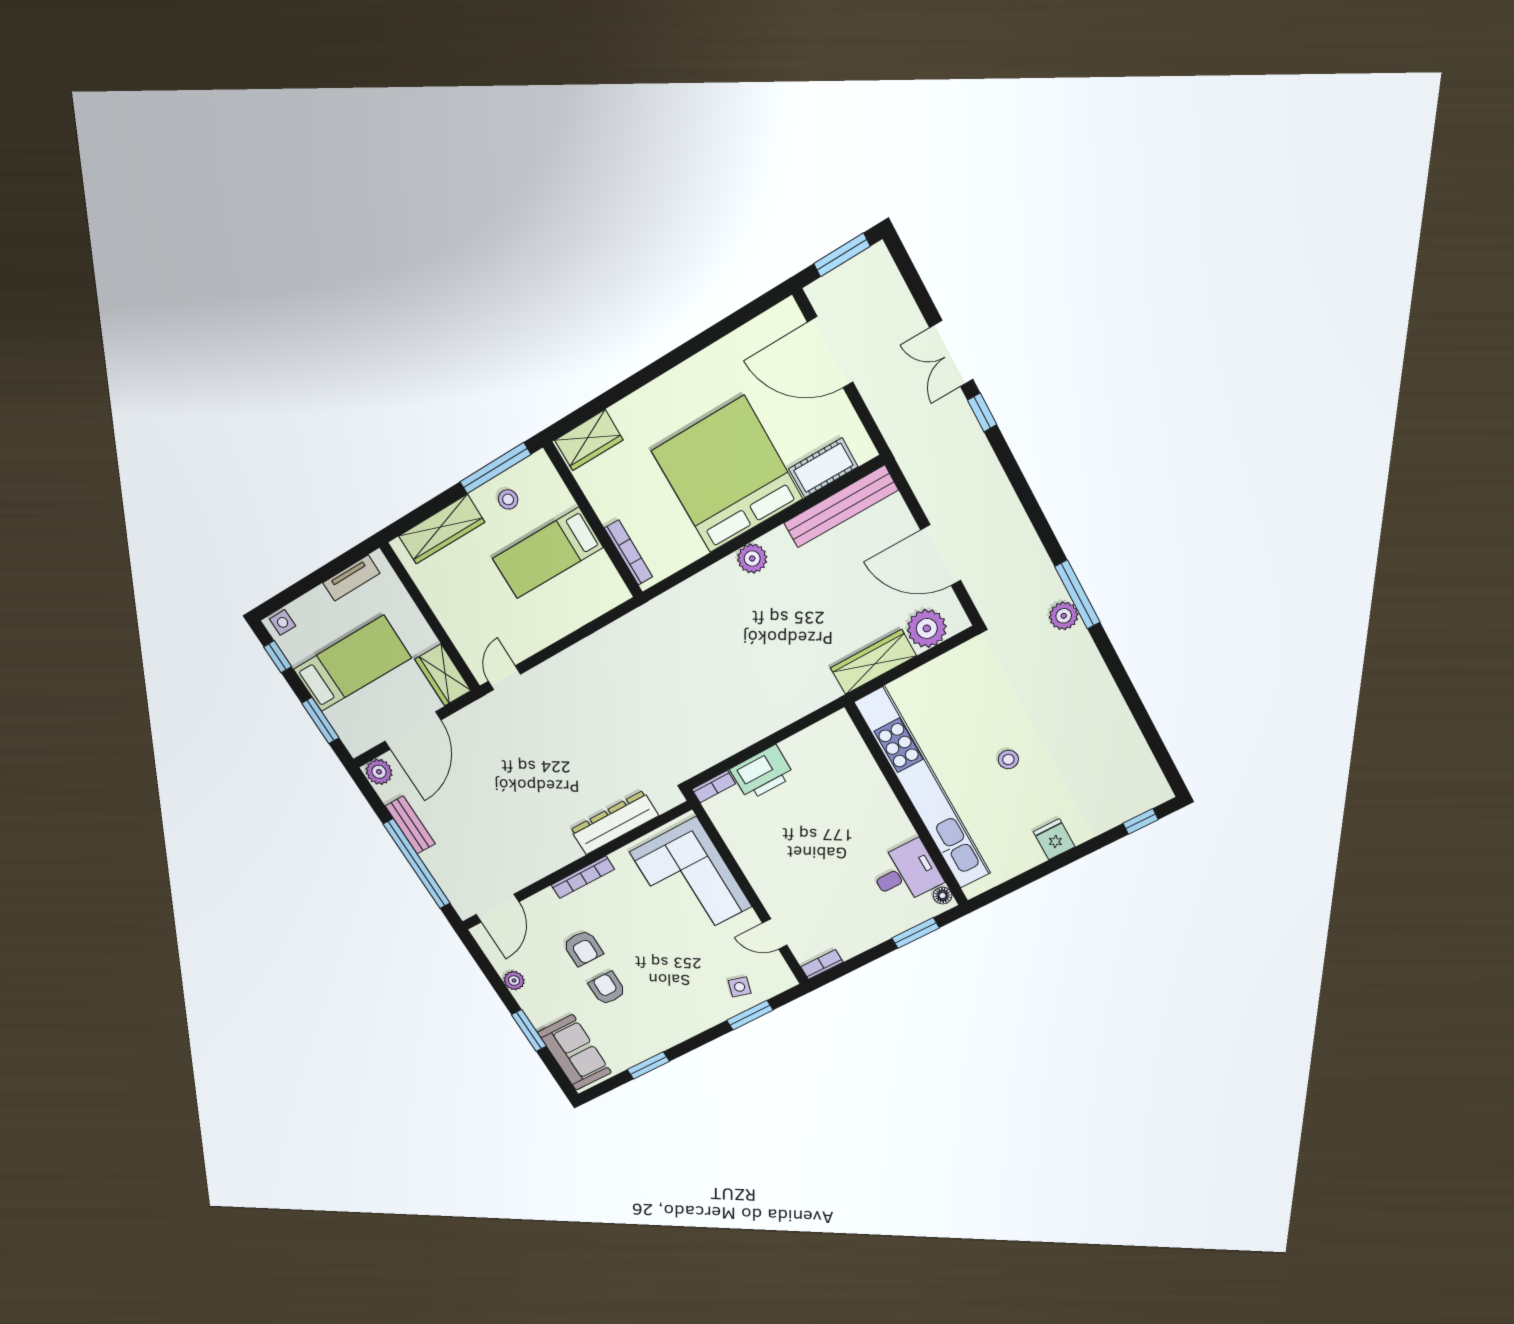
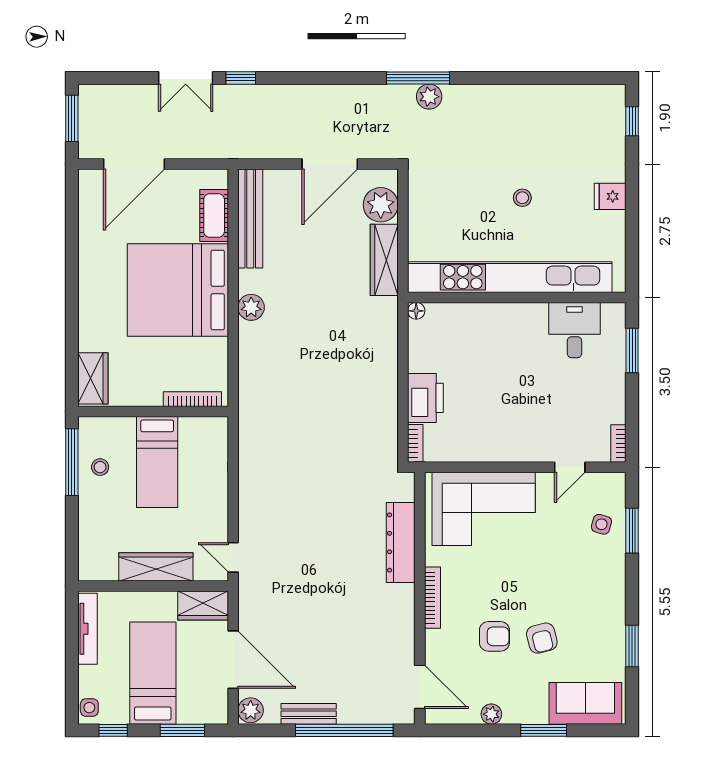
wardrobe: (442, 529) -> (156, 567), moved, turned -90
tv unit: (351, 578) -> (88, 629), width x1.41
floor lamp: (943, 896) -> (416, 311), moved
armchair: (607, 988) -> (542, 638), turned -104

